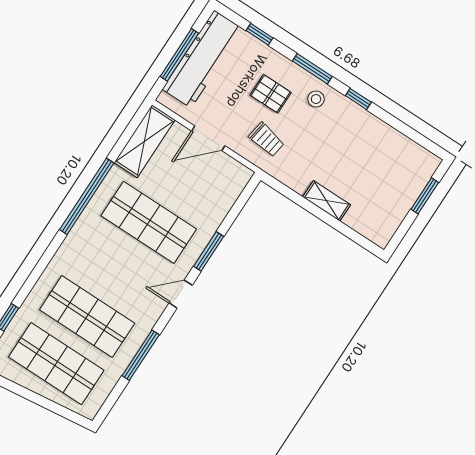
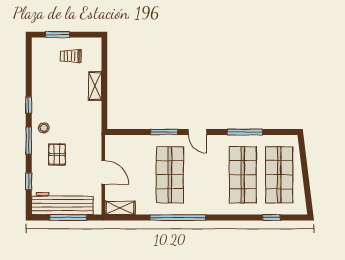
trolley: (266, 140) -> (71, 56), moved, turned -99
shelving: (145, 141) -> (120, 208), width x0.67, depth x0.75

